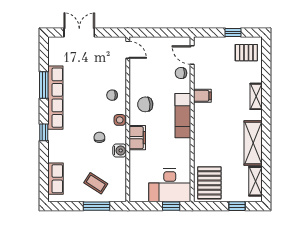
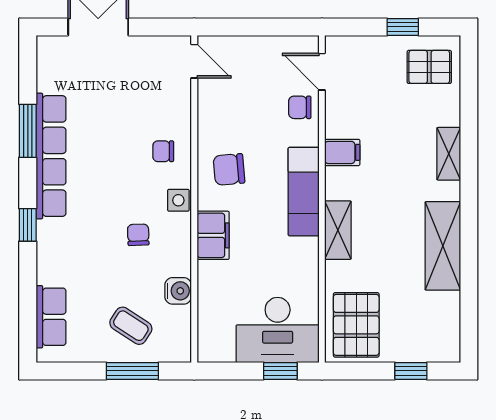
water cooler: (120, 151) -> (178, 291), moved
shelving: (255, 181) -> (338, 230), moved

